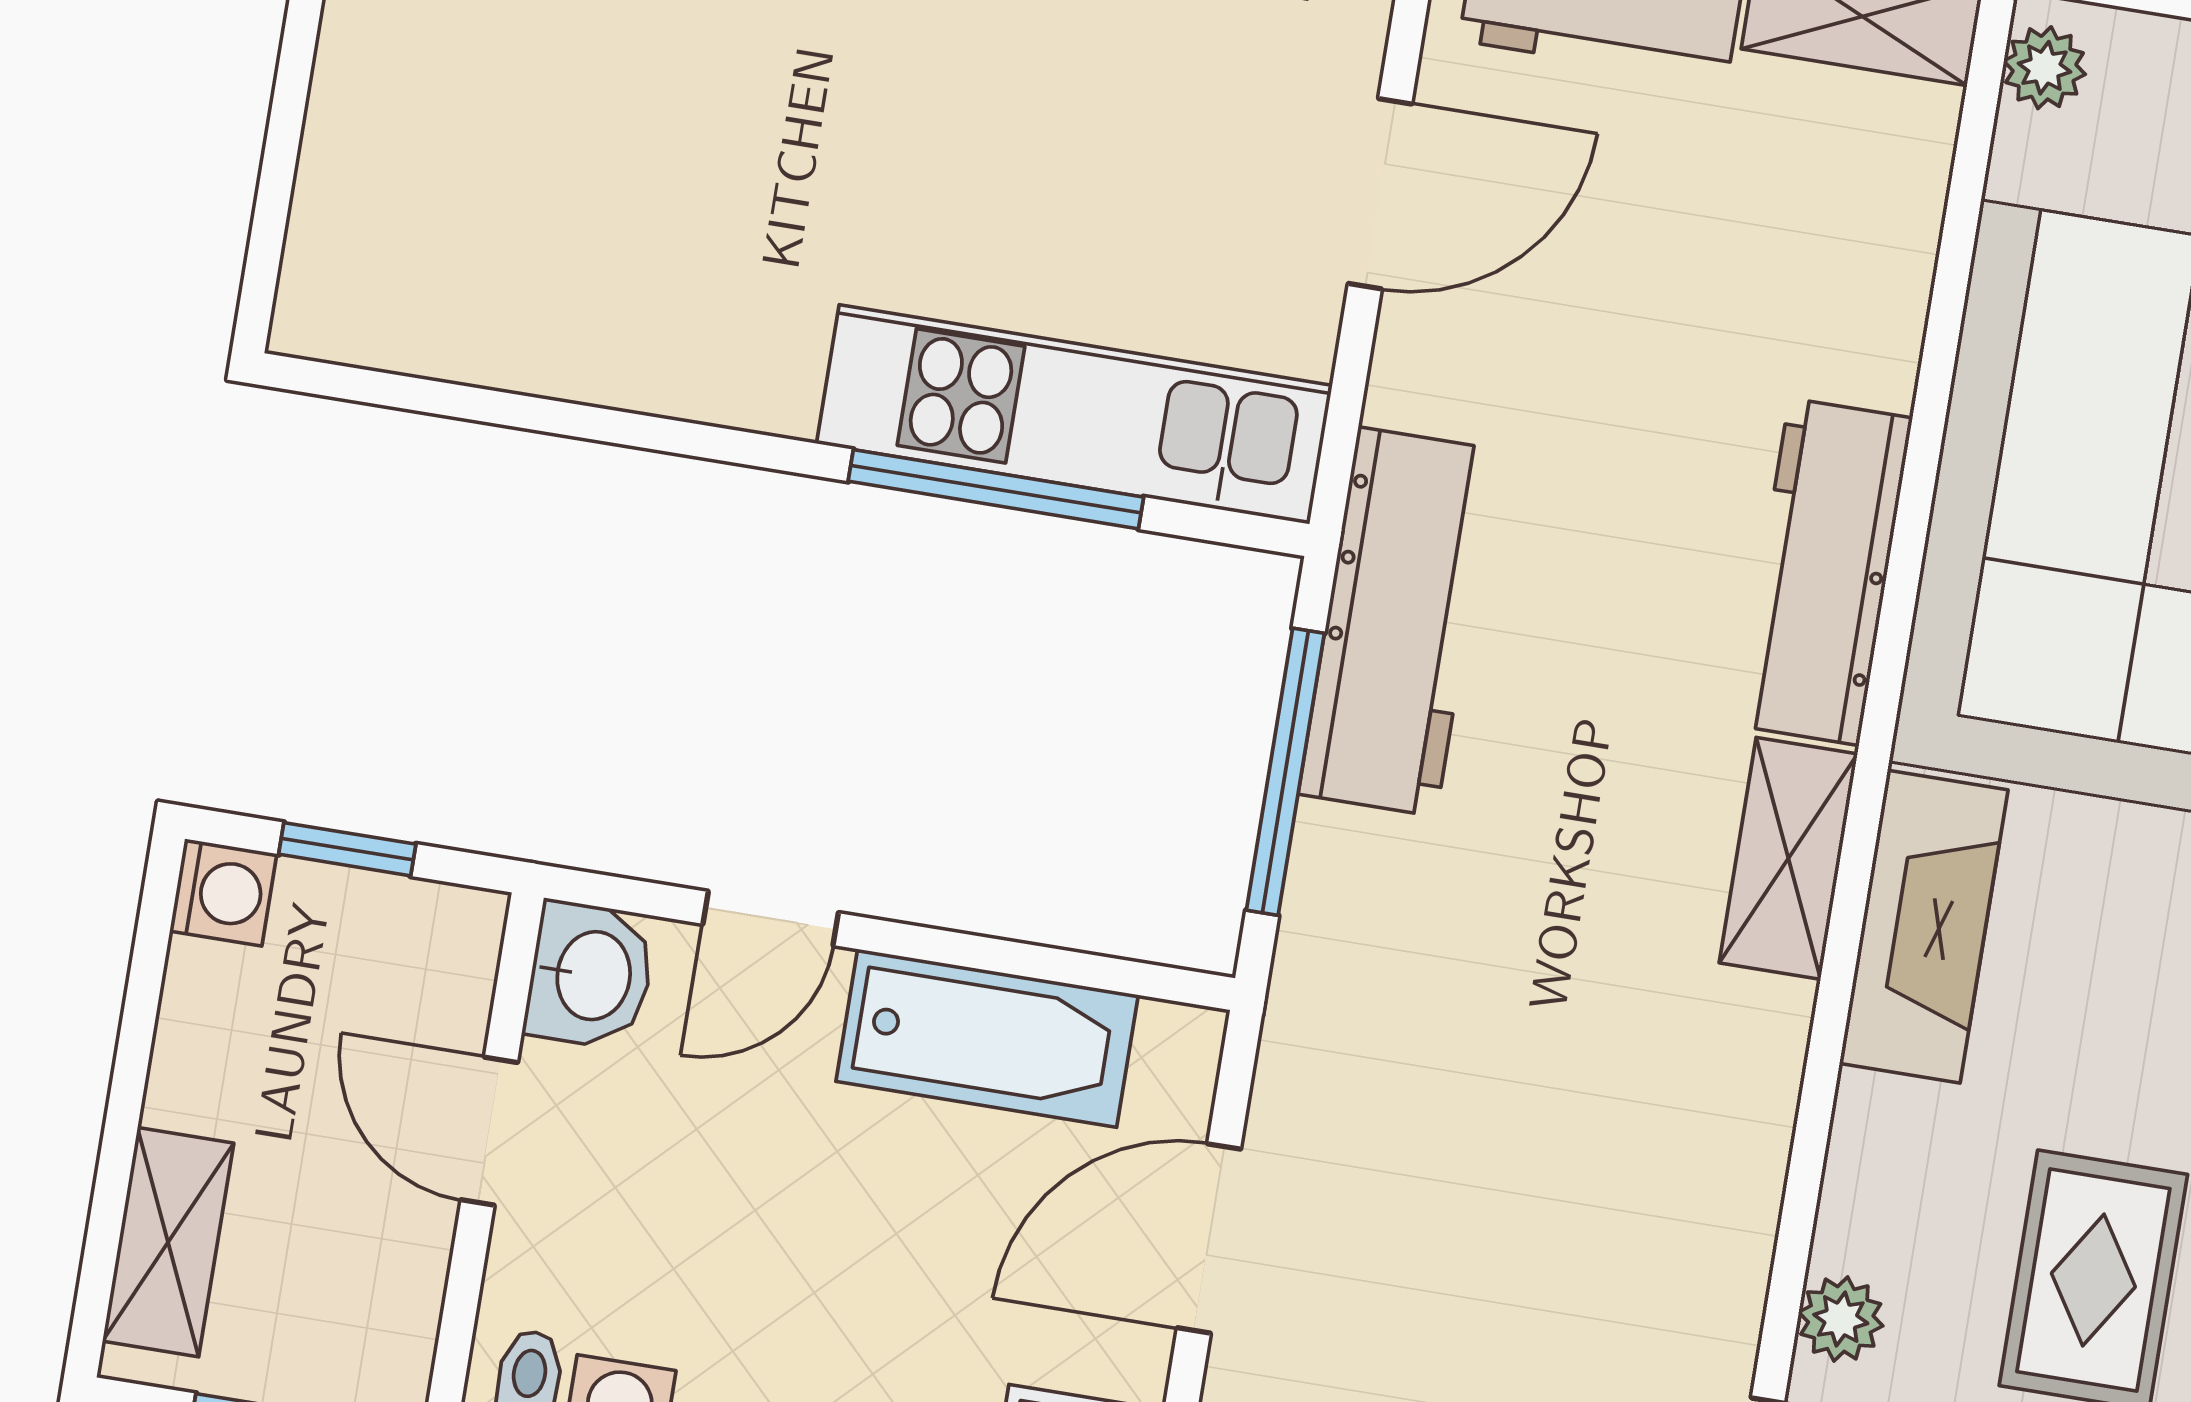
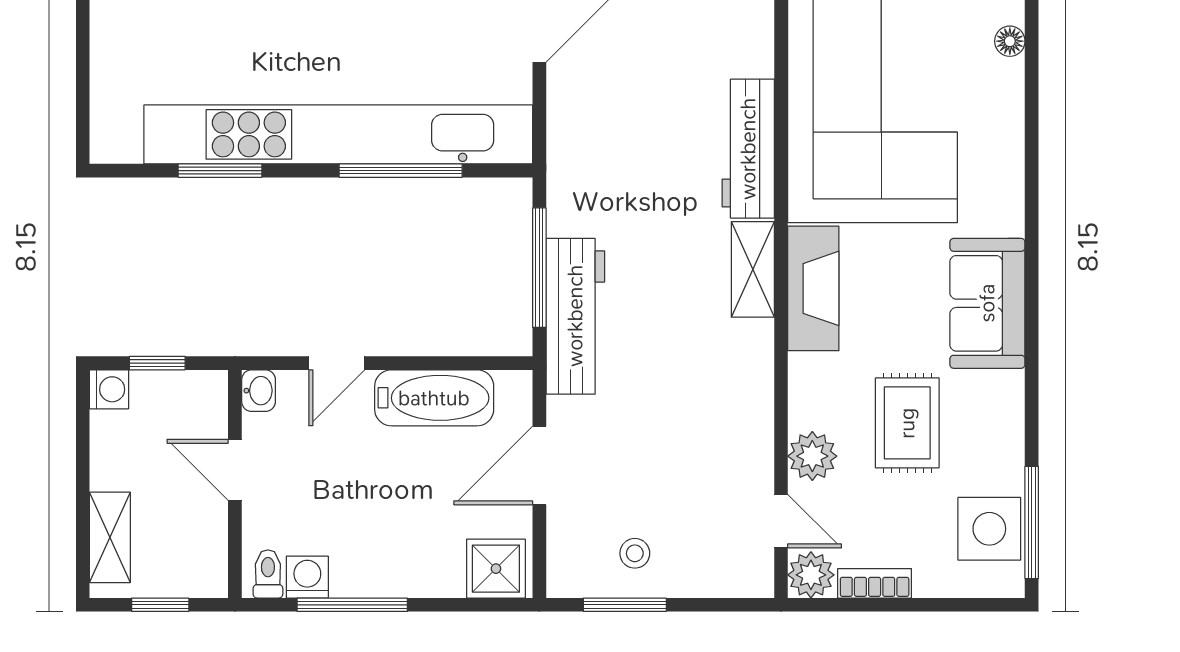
kitchen unit: (1074, 414) -> (338, 134), width x1.86
window: (570, 419) -> (220, 171), added
workbench: (1397, 622) -> (575, 316), moved
washbasin: (590, 975) -> (259, 391), width x0.72, depth x0.69
plant: (1841, 1319) -> (812, 456), width x1.38, depth x1.38

